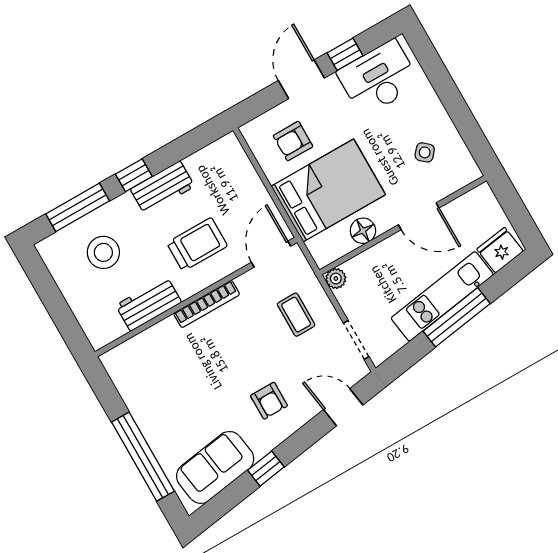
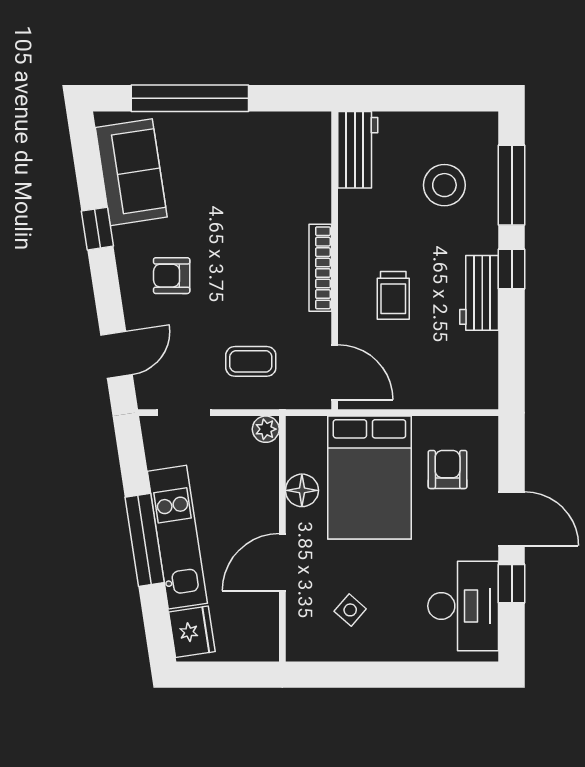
trolley: (197, 244) -> (393, 295), width x0.73, depth x0.72
workbench: (149, 304) -> (358, 150), moved

